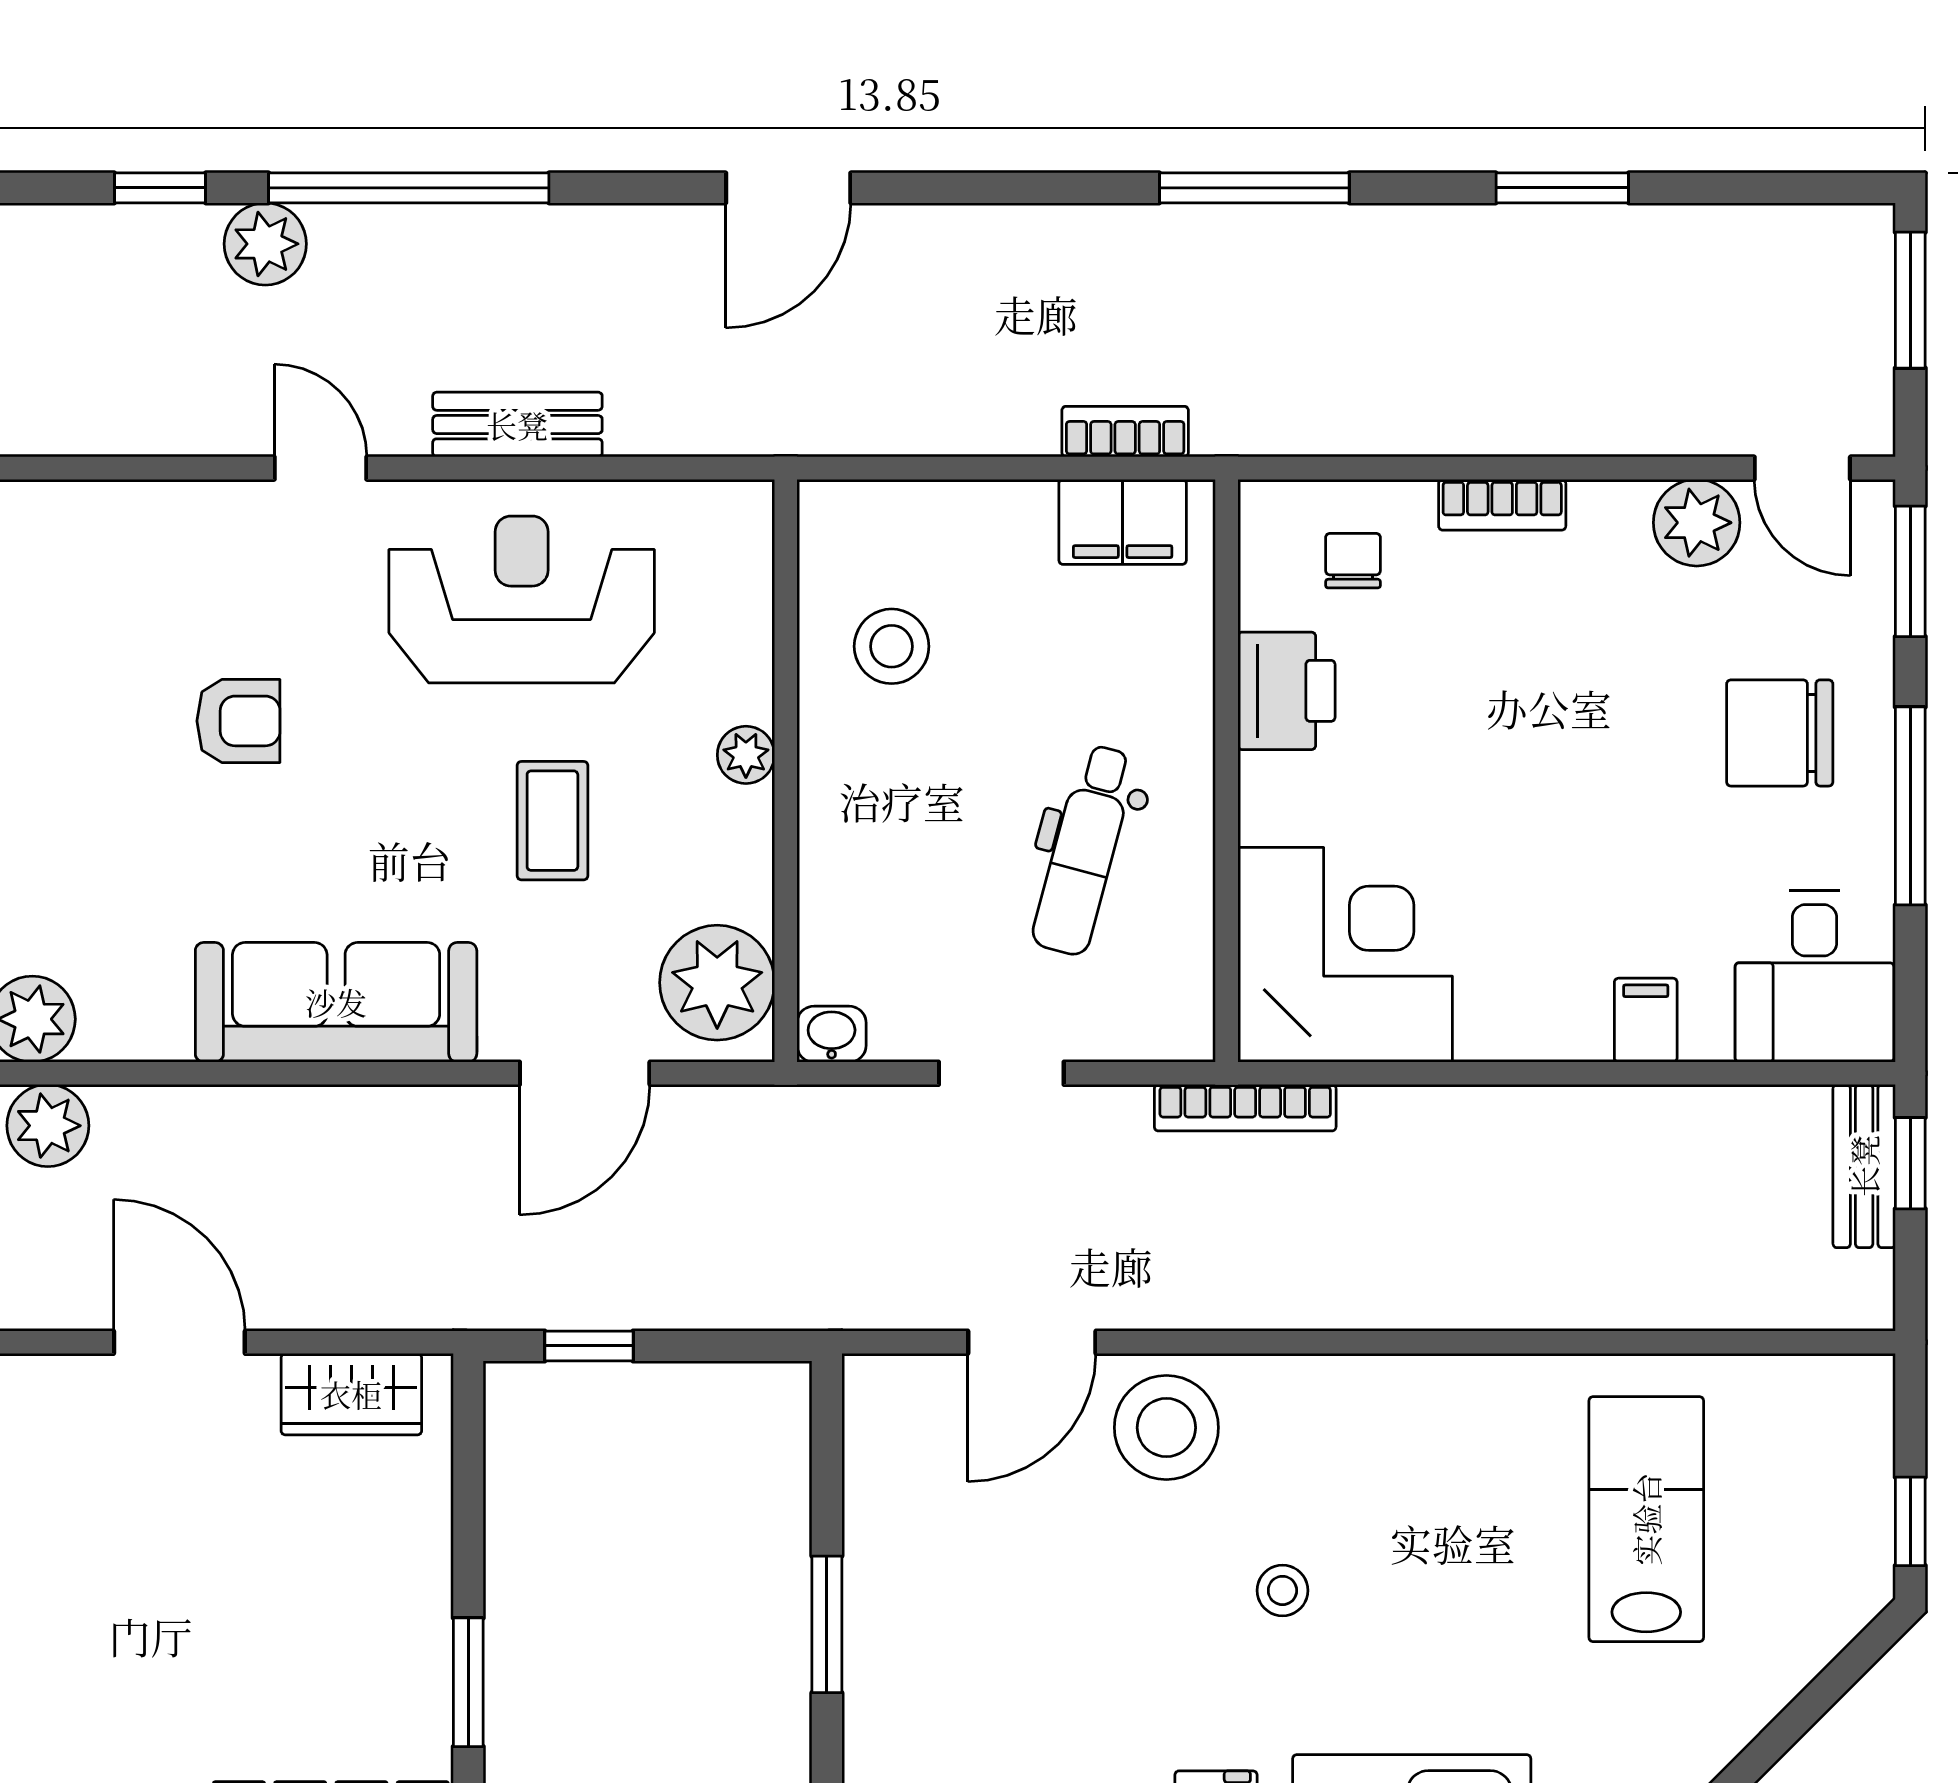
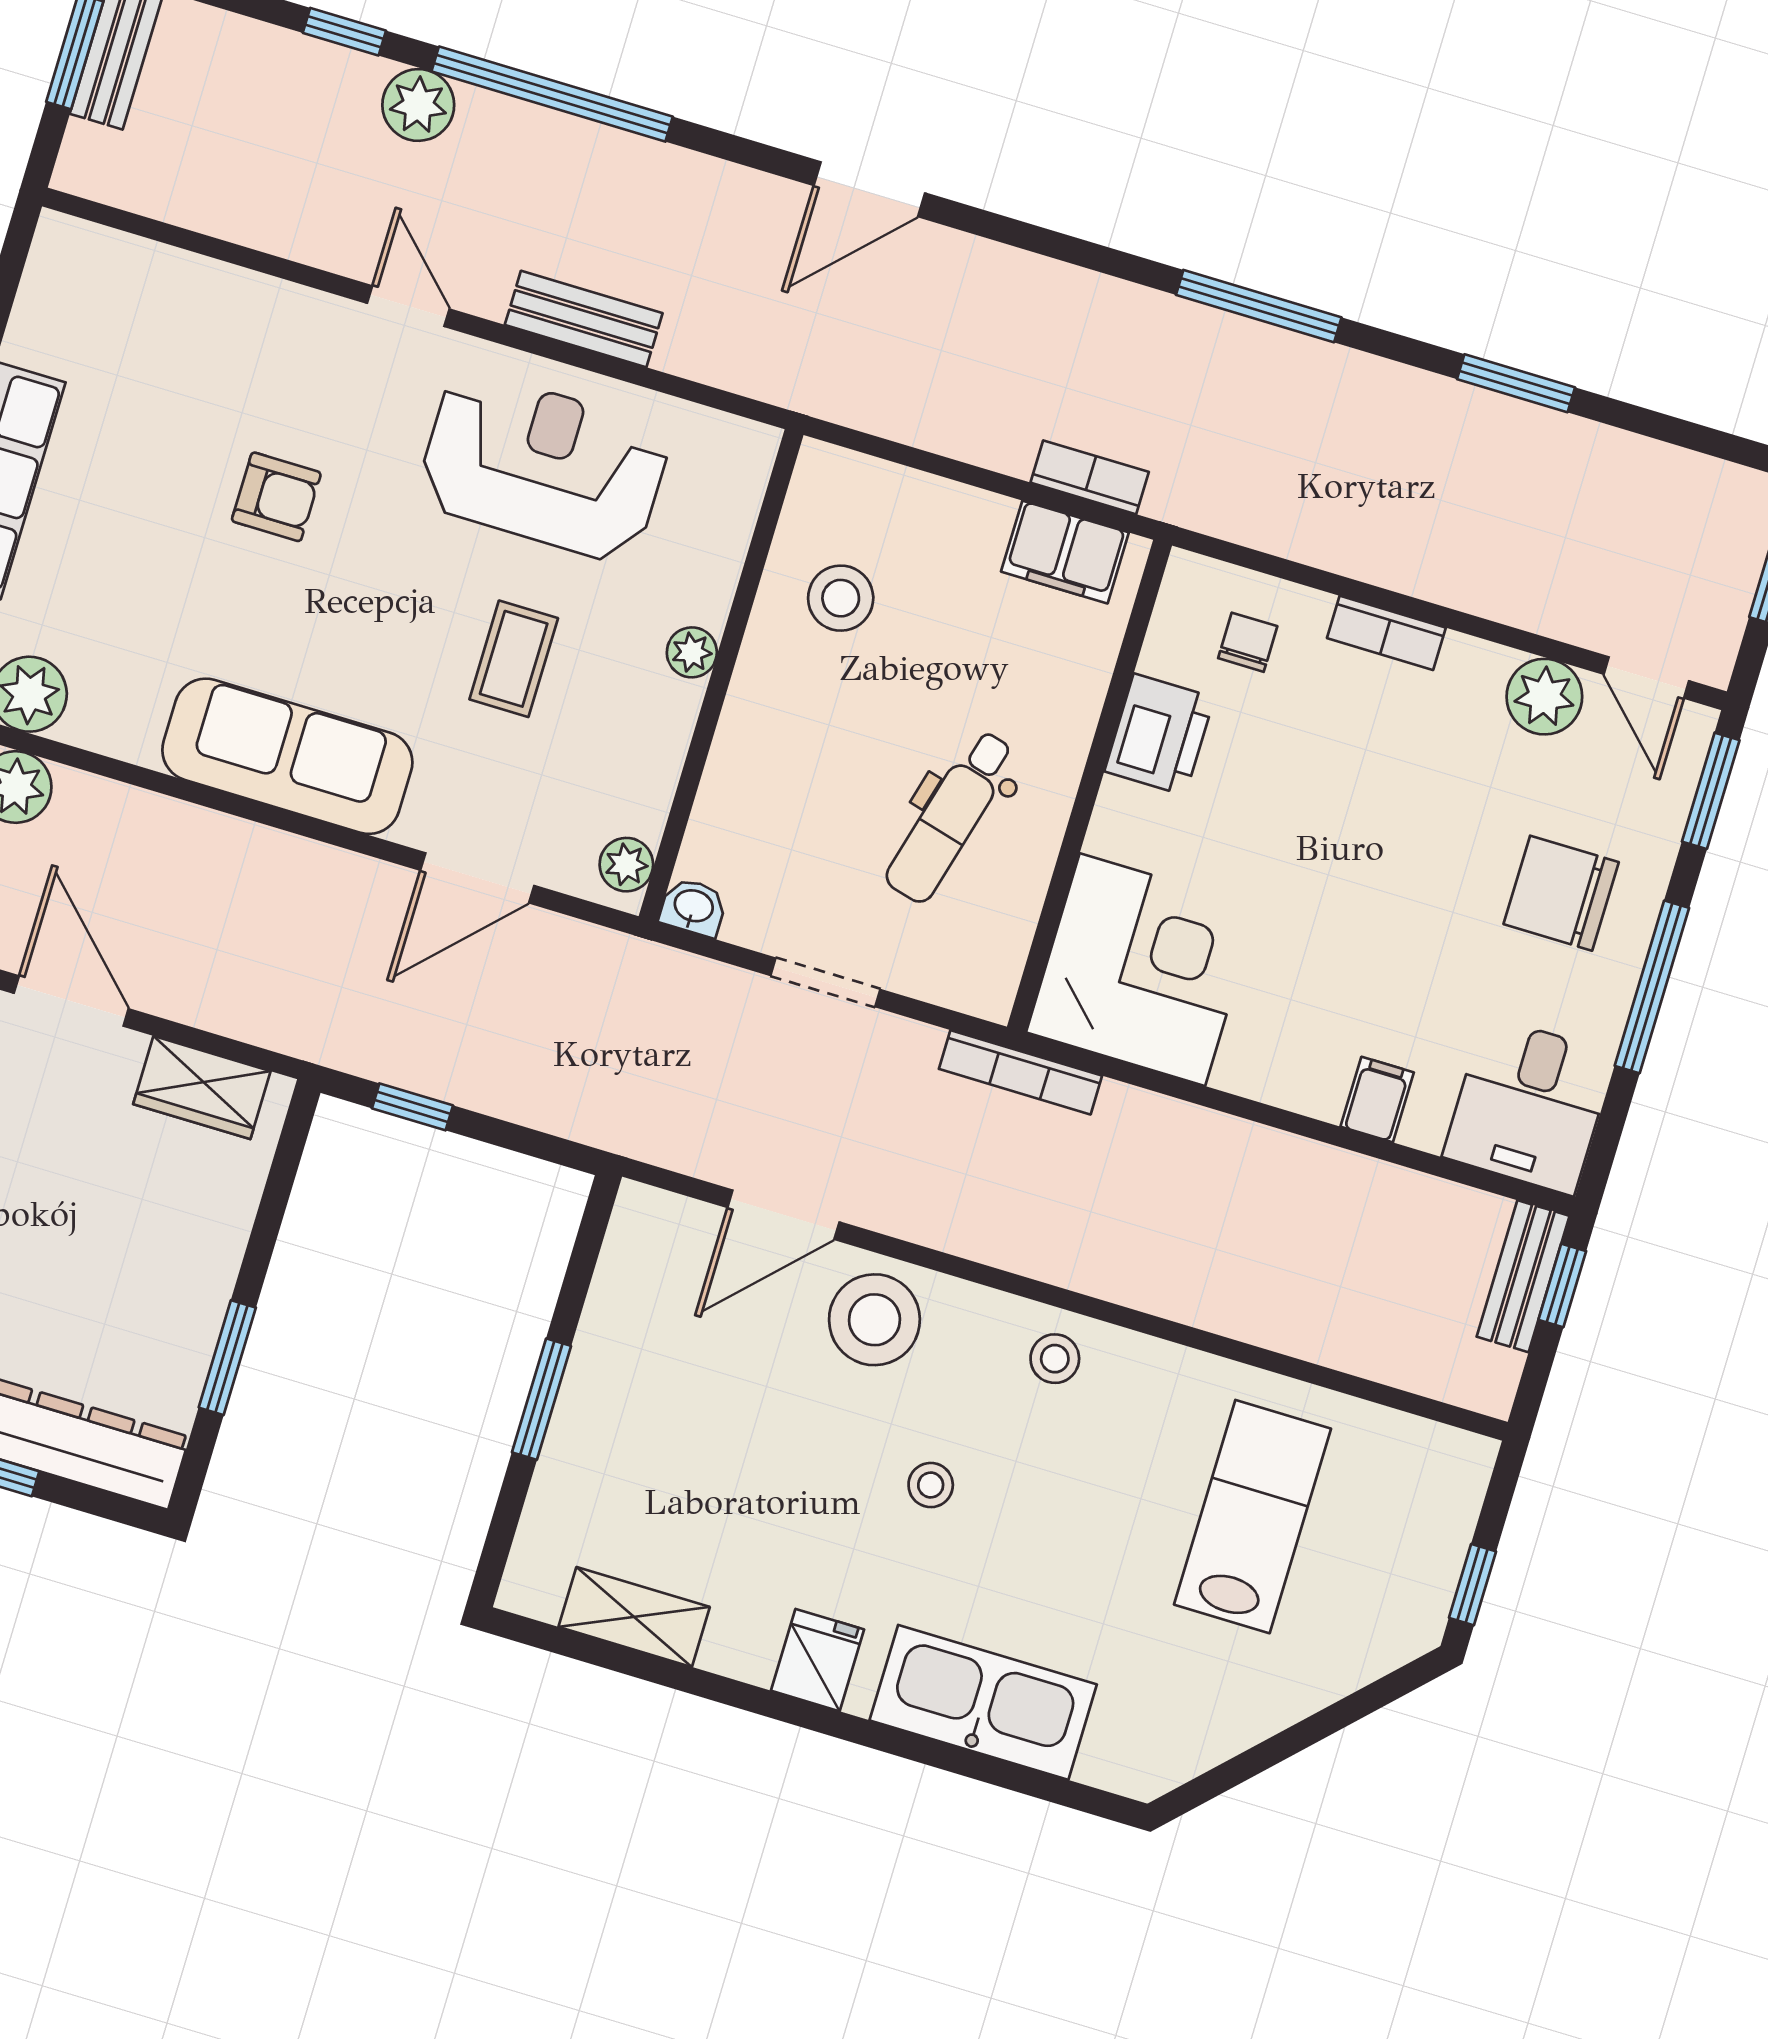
plant: (717, 983) -> (626, 865), width x0.53, depth x0.53
stool: (1377, 1411) -> (1055, 1359), added

